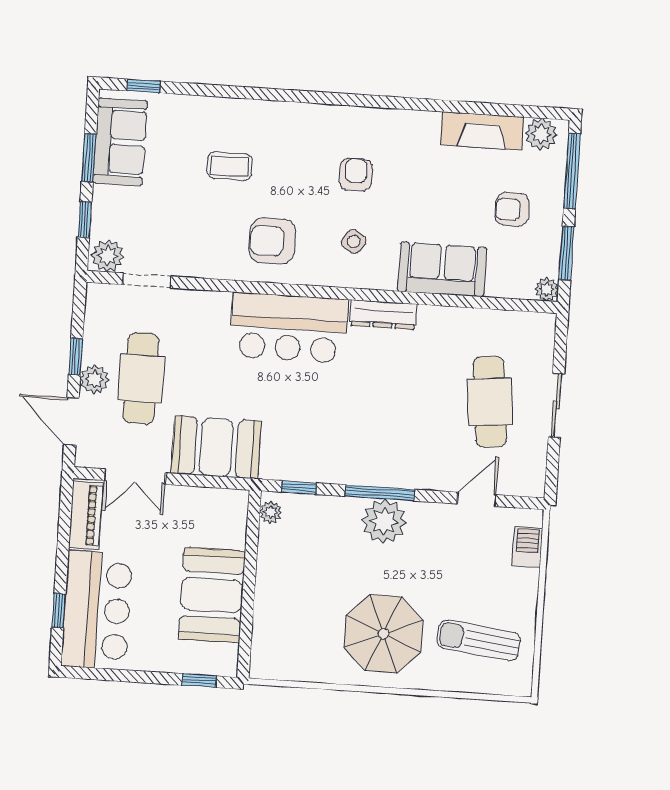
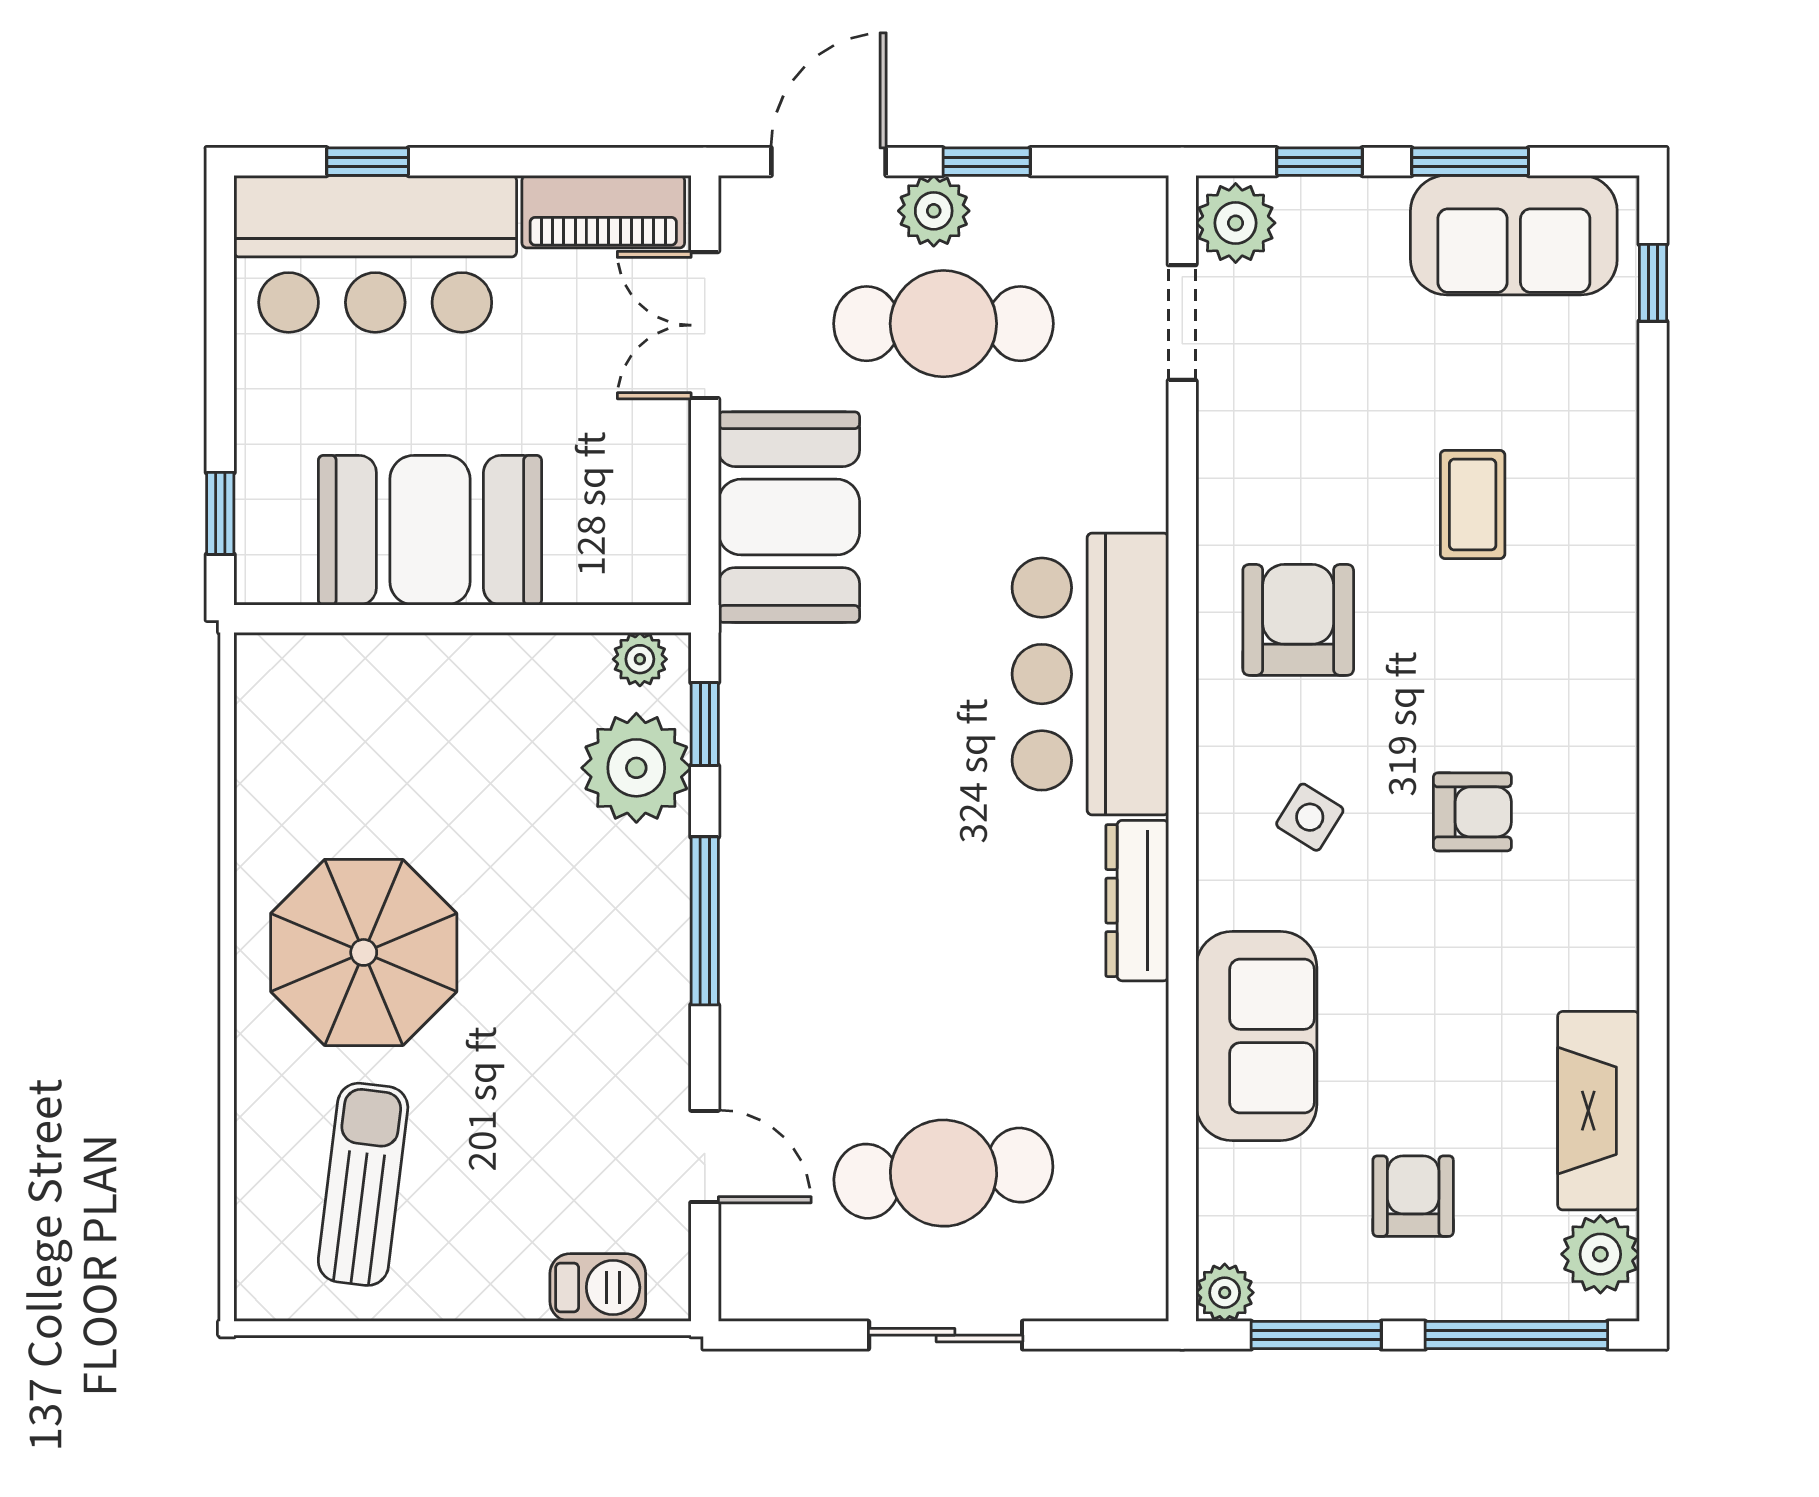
plant: (384, 521) -> (636, 768), moved

